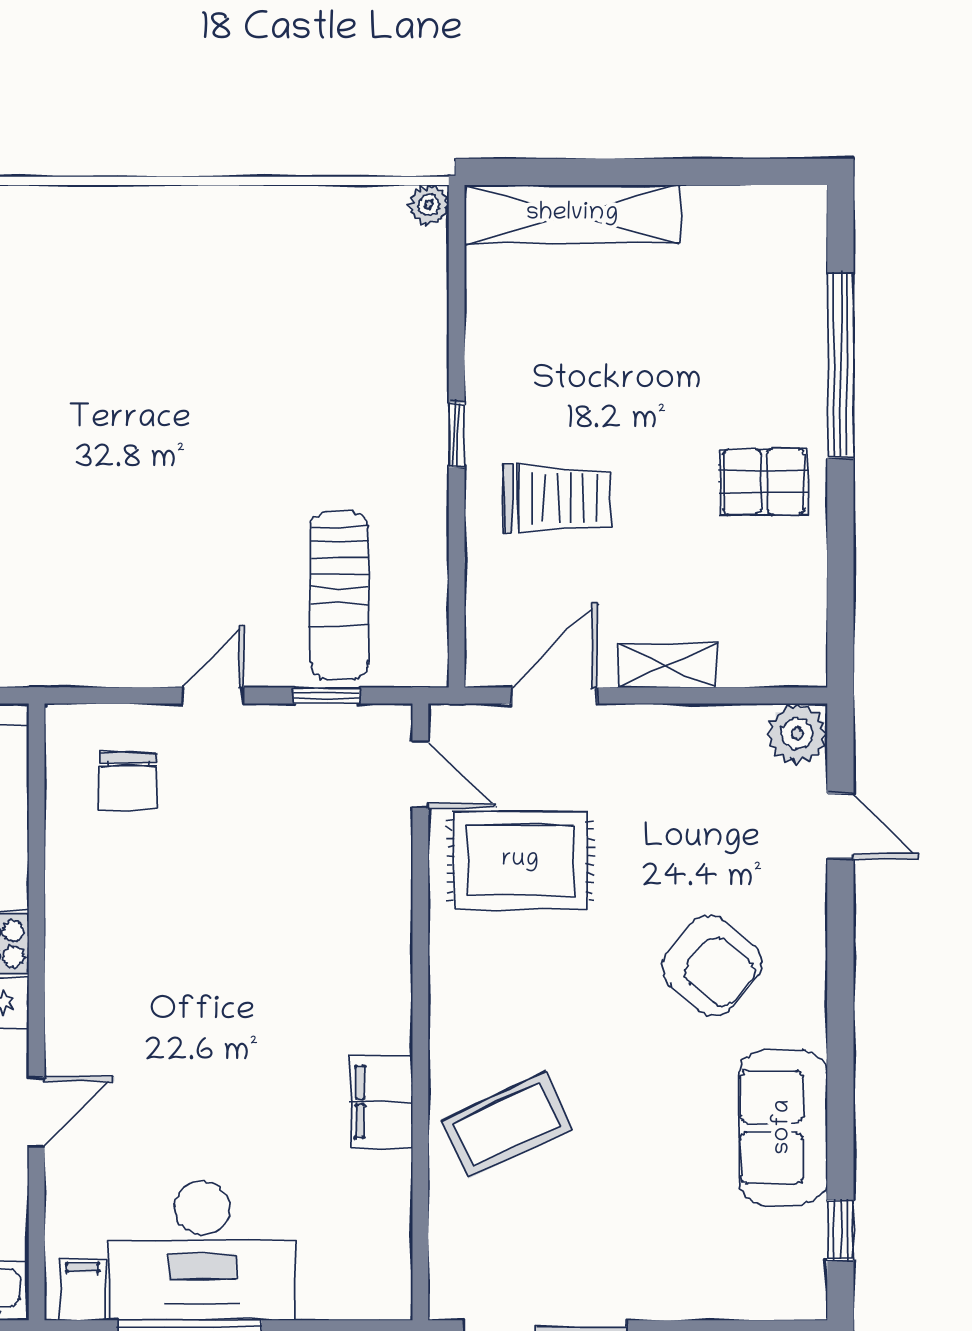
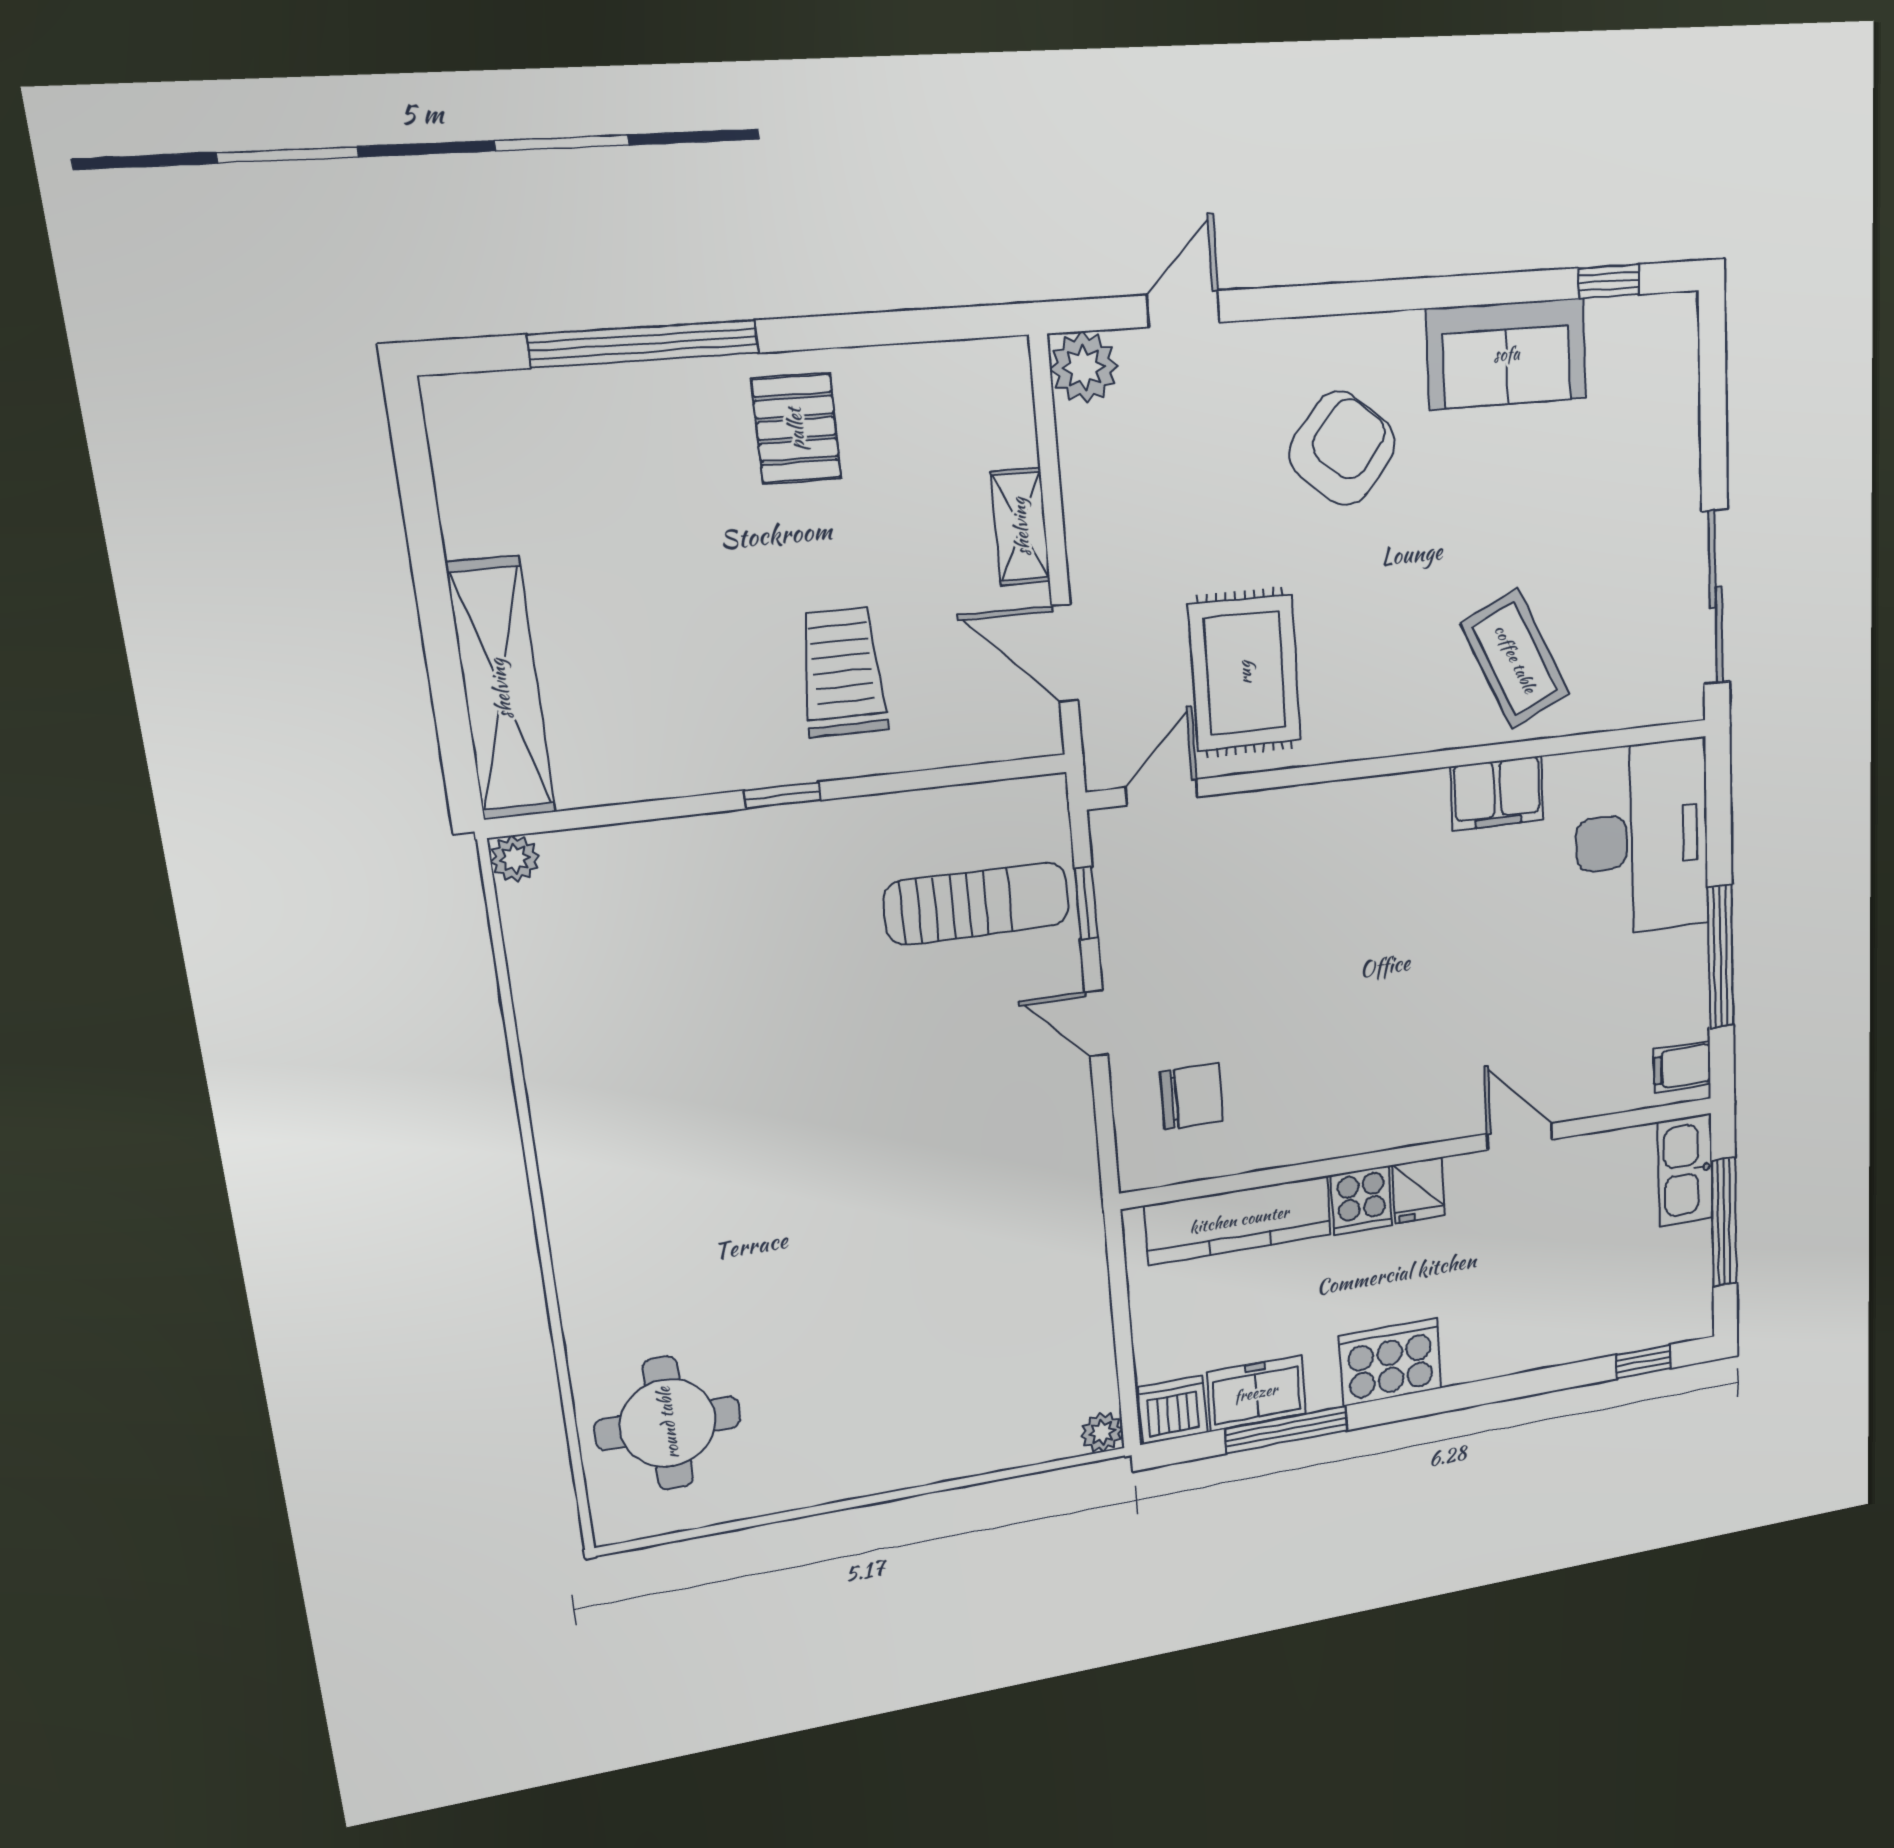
desk: (202, 1251) -> (1642, 838), moved

